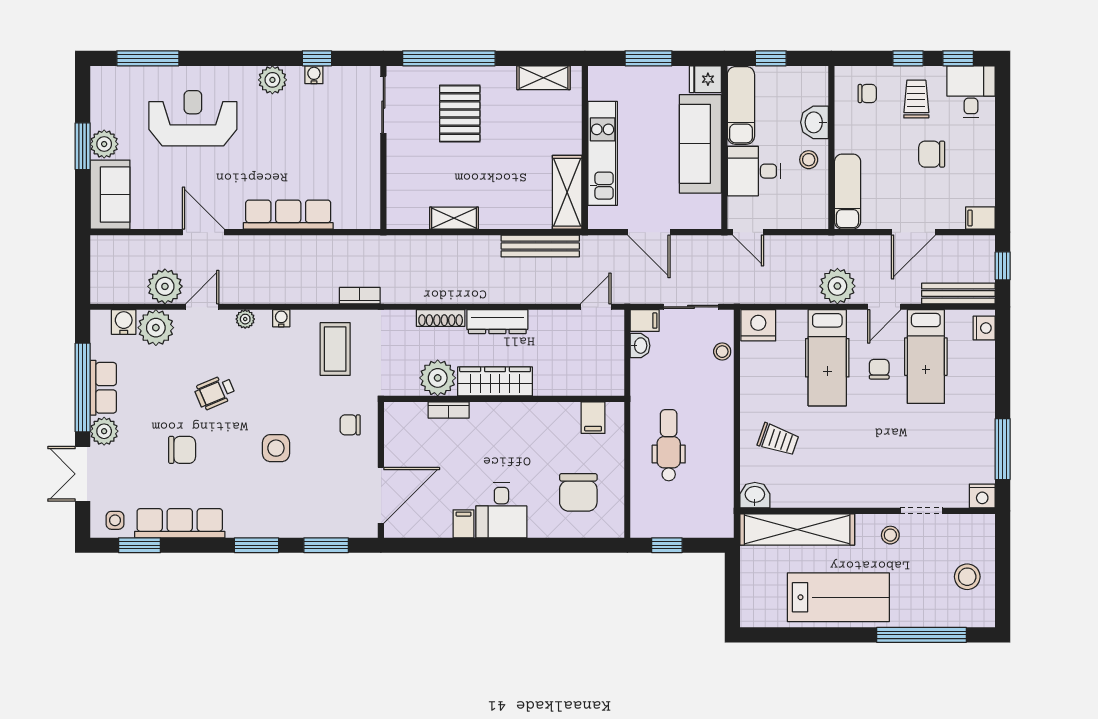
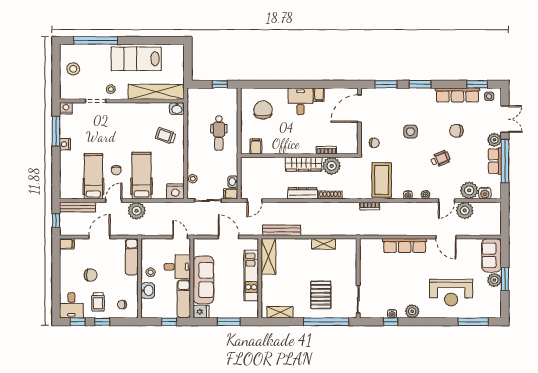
nightstand: (984, 328) -> (65, 144), moved
coffee table: (335, 349) -> (382, 180), width x1.36, depth x1.32

